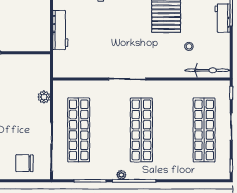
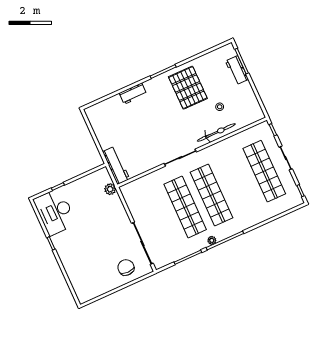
workbench: (60, 30) -> (116, 165), moved
bicycle: (207, 70) -> (216, 132), moved
plant: (44, 97) -> (110, 189), moved
shop shelf: (79, 130) -> (185, 207), moved
chair: (24, 163) -> (126, 267), turned 90

